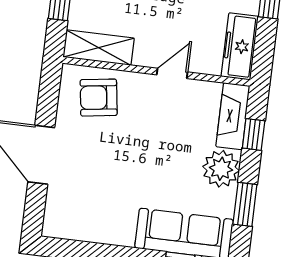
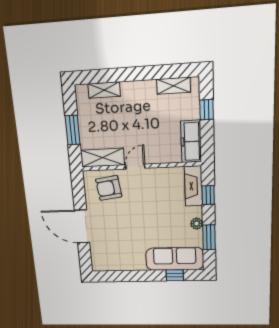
door: (172, 73) -> (135, 167), moved
plant: (221, 169) -> (197, 224), width x0.53, depth x0.53

